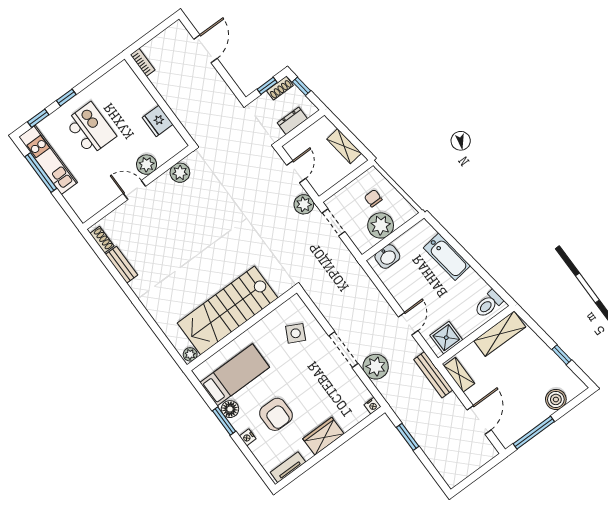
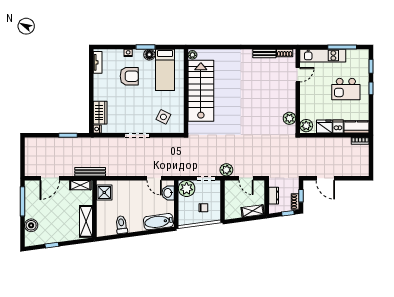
door: (205, 49) -> (325, 178), moved
kitchen counter: (128, 80) -> (356, 127), added
dishwasher: (145, 104) -> (338, 126), added
shelving: (344, 146) -> (253, 211), moved
kitchen unit: (48, 160) -> (323, 56), moved
plant: (147, 165) -> (306, 126), moved
door: (135, 190) -> (298, 75), moved
plant: (381, 225) -> (187, 188), moved
bathtub: (447, 257) -> (158, 222), moved
toilet: (489, 304) -> (121, 225), moved
door: (408, 324) -> (154, 178), moved
plant: (376, 367) -> (116, 145), removed
armchair: (276, 414) -> (129, 76), turned 180
door: (479, 420) -> (50, 178), hinge flipped
wardrobe: (323, 436) -> (100, 113), moved

